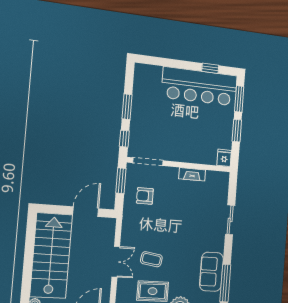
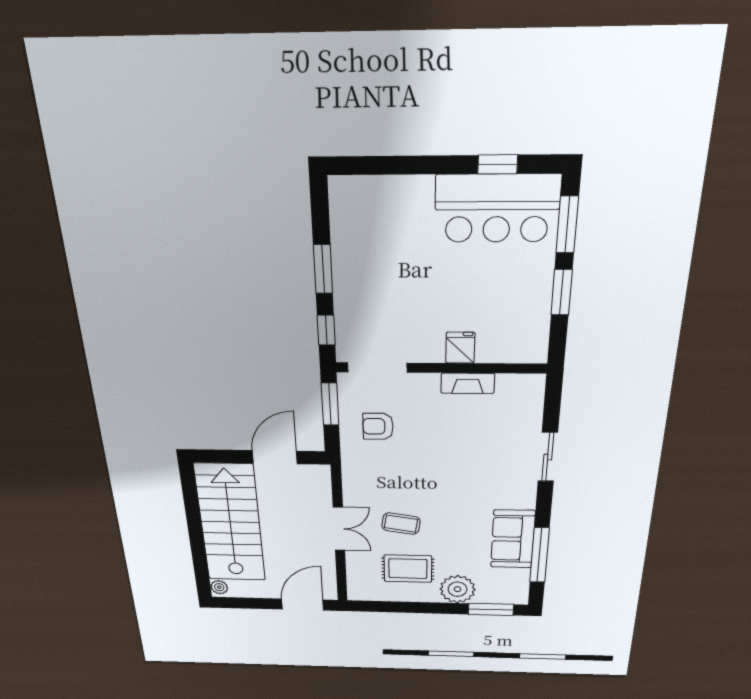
bar counter: (200, 86) -> (497, 208), width x0.73
fridge: (224, 158) -> (460, 348), moved

